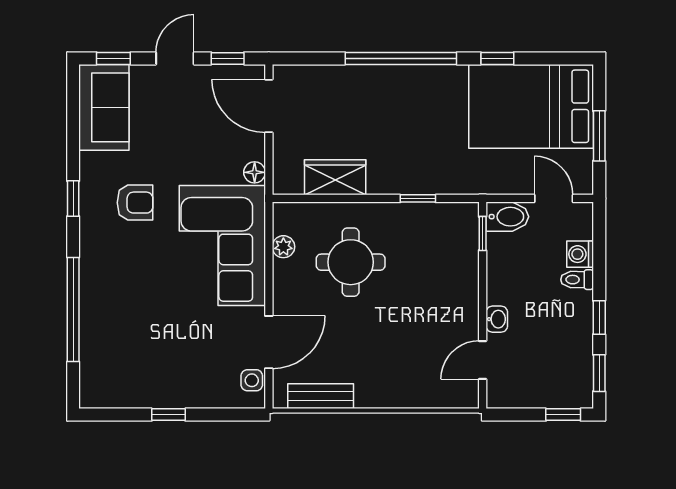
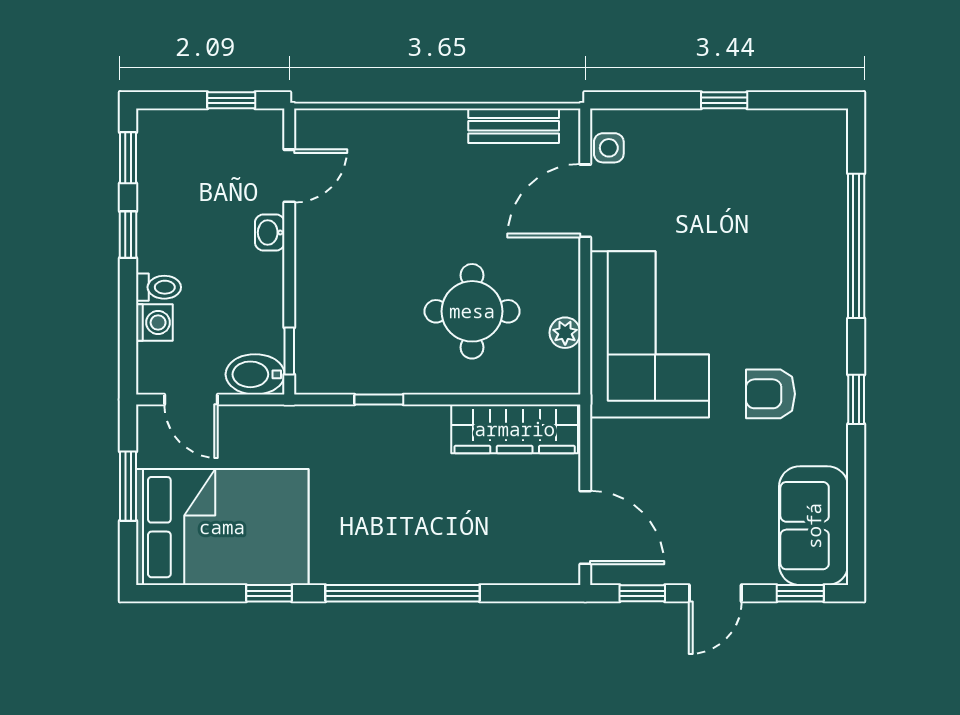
floor lamp: (255, 172) -> (605, 436), removed
wardrobe: (335, 177) -> (515, 429), width x1.50
window: (563, 415) -> (231, 100), moved

